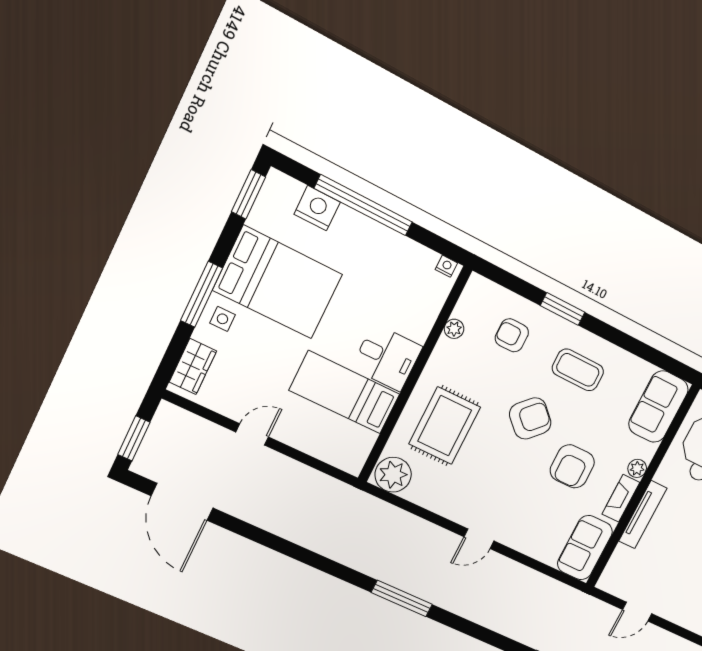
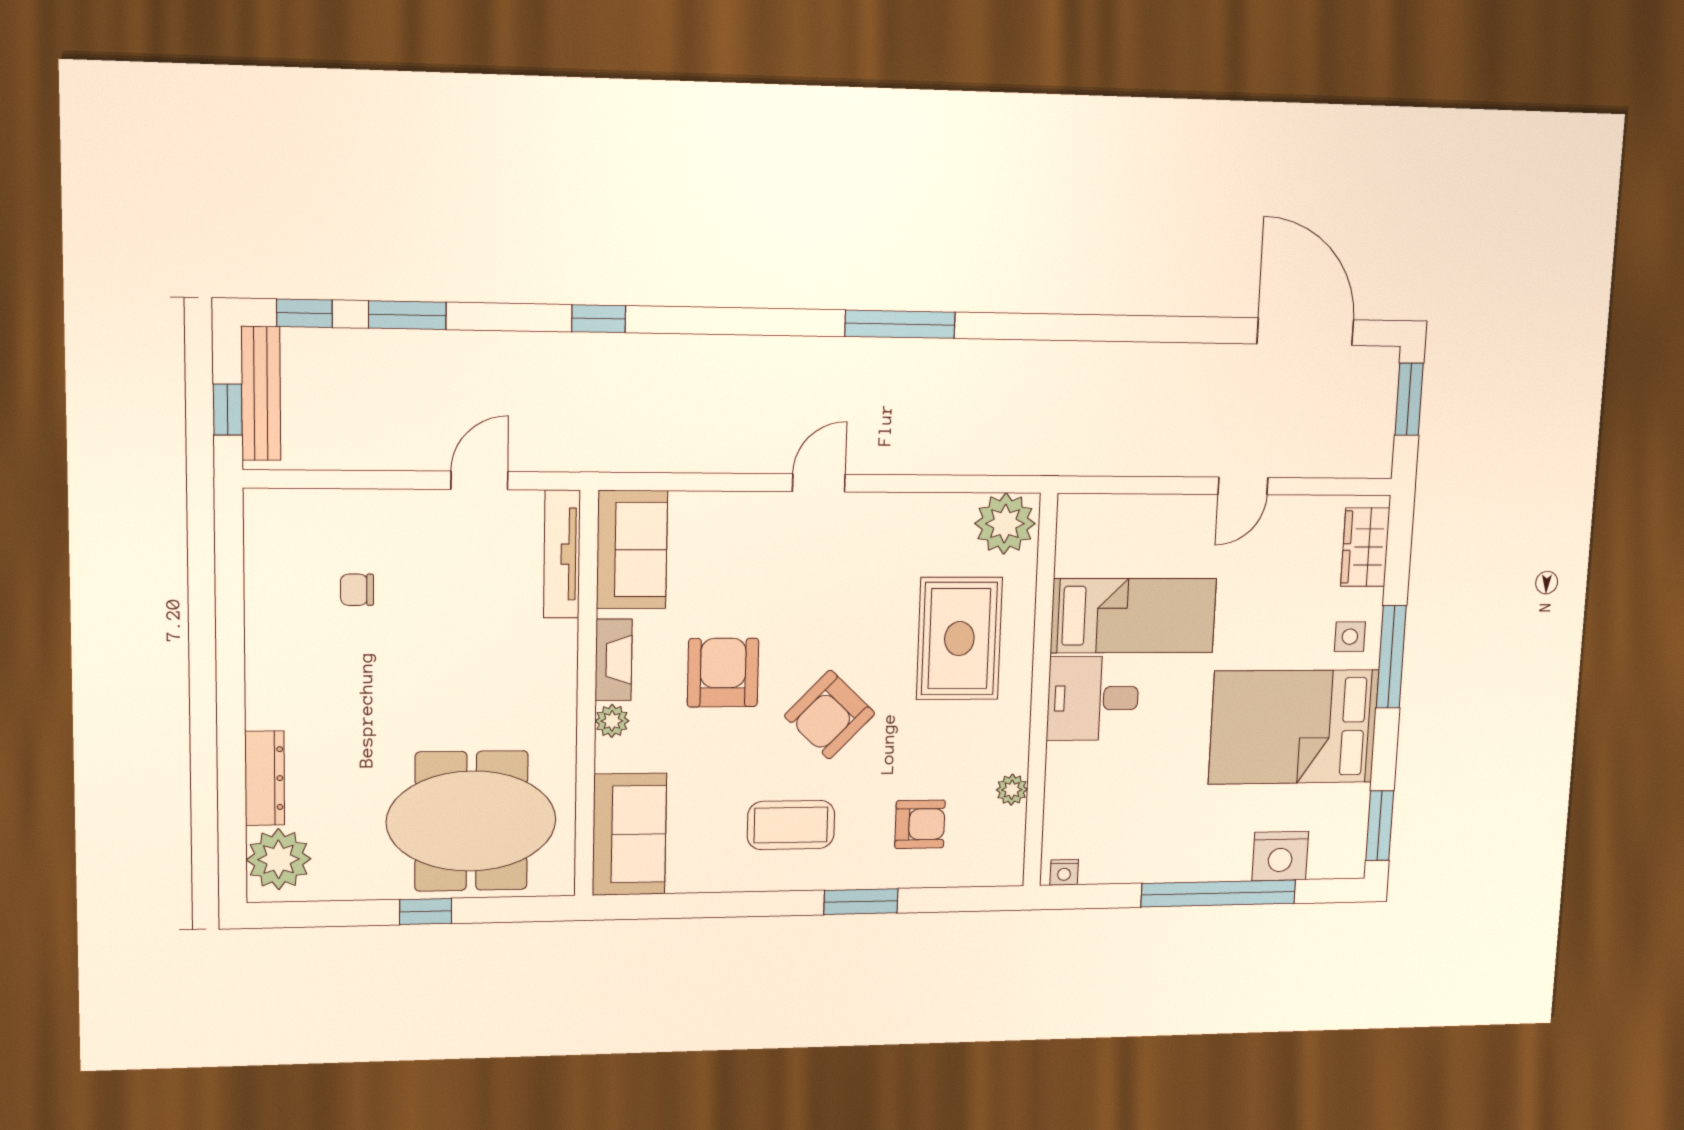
tv unit: (643, 515) -> (562, 554), moved

